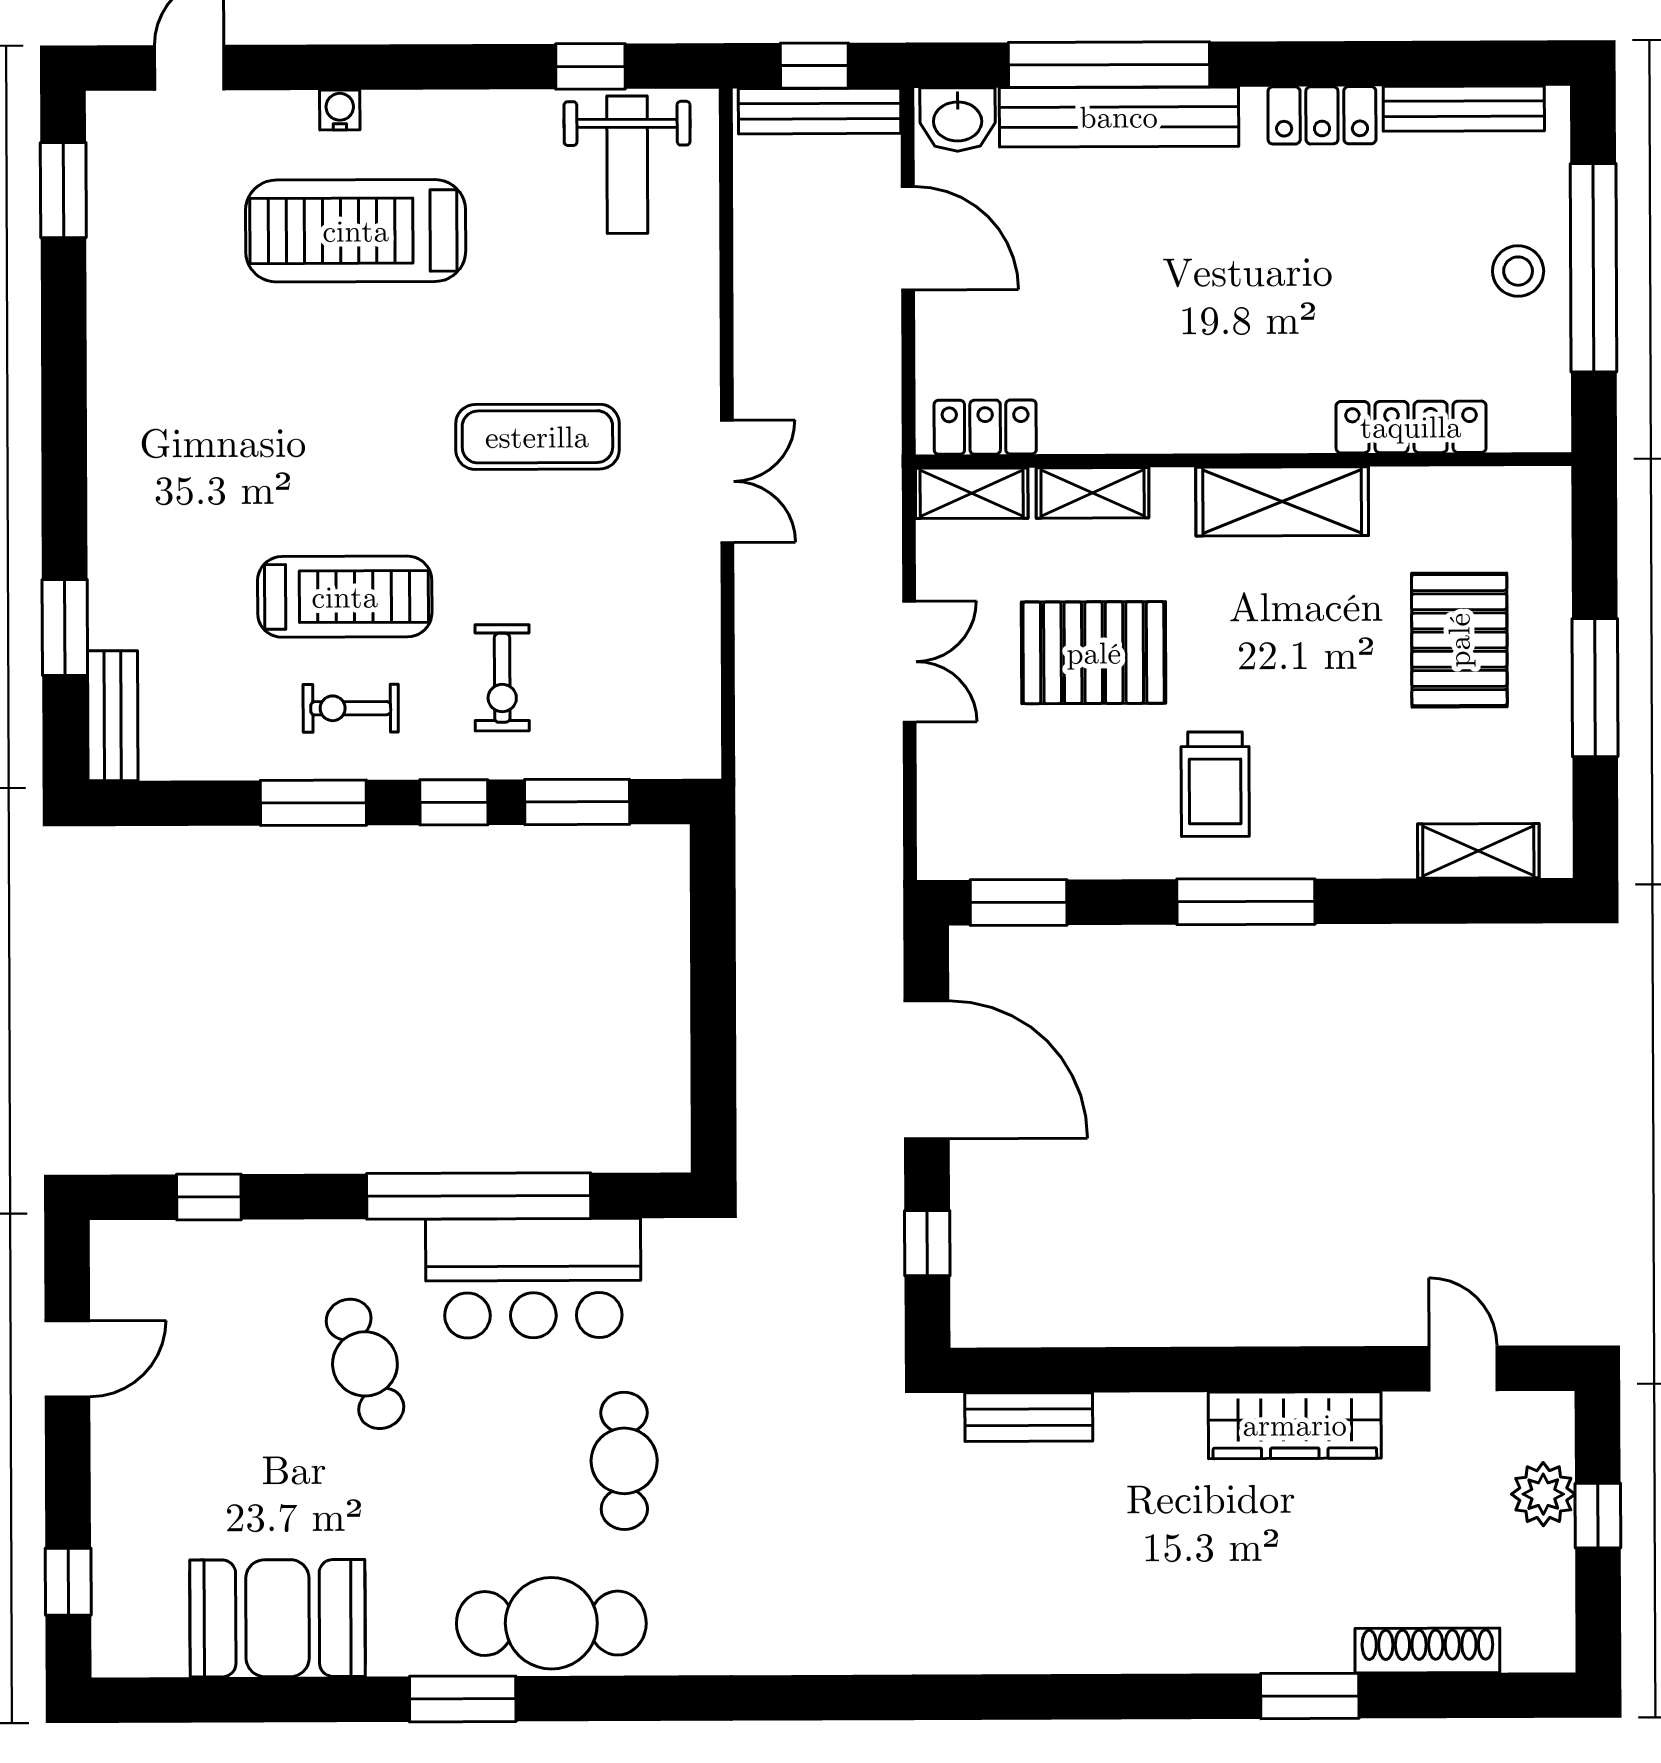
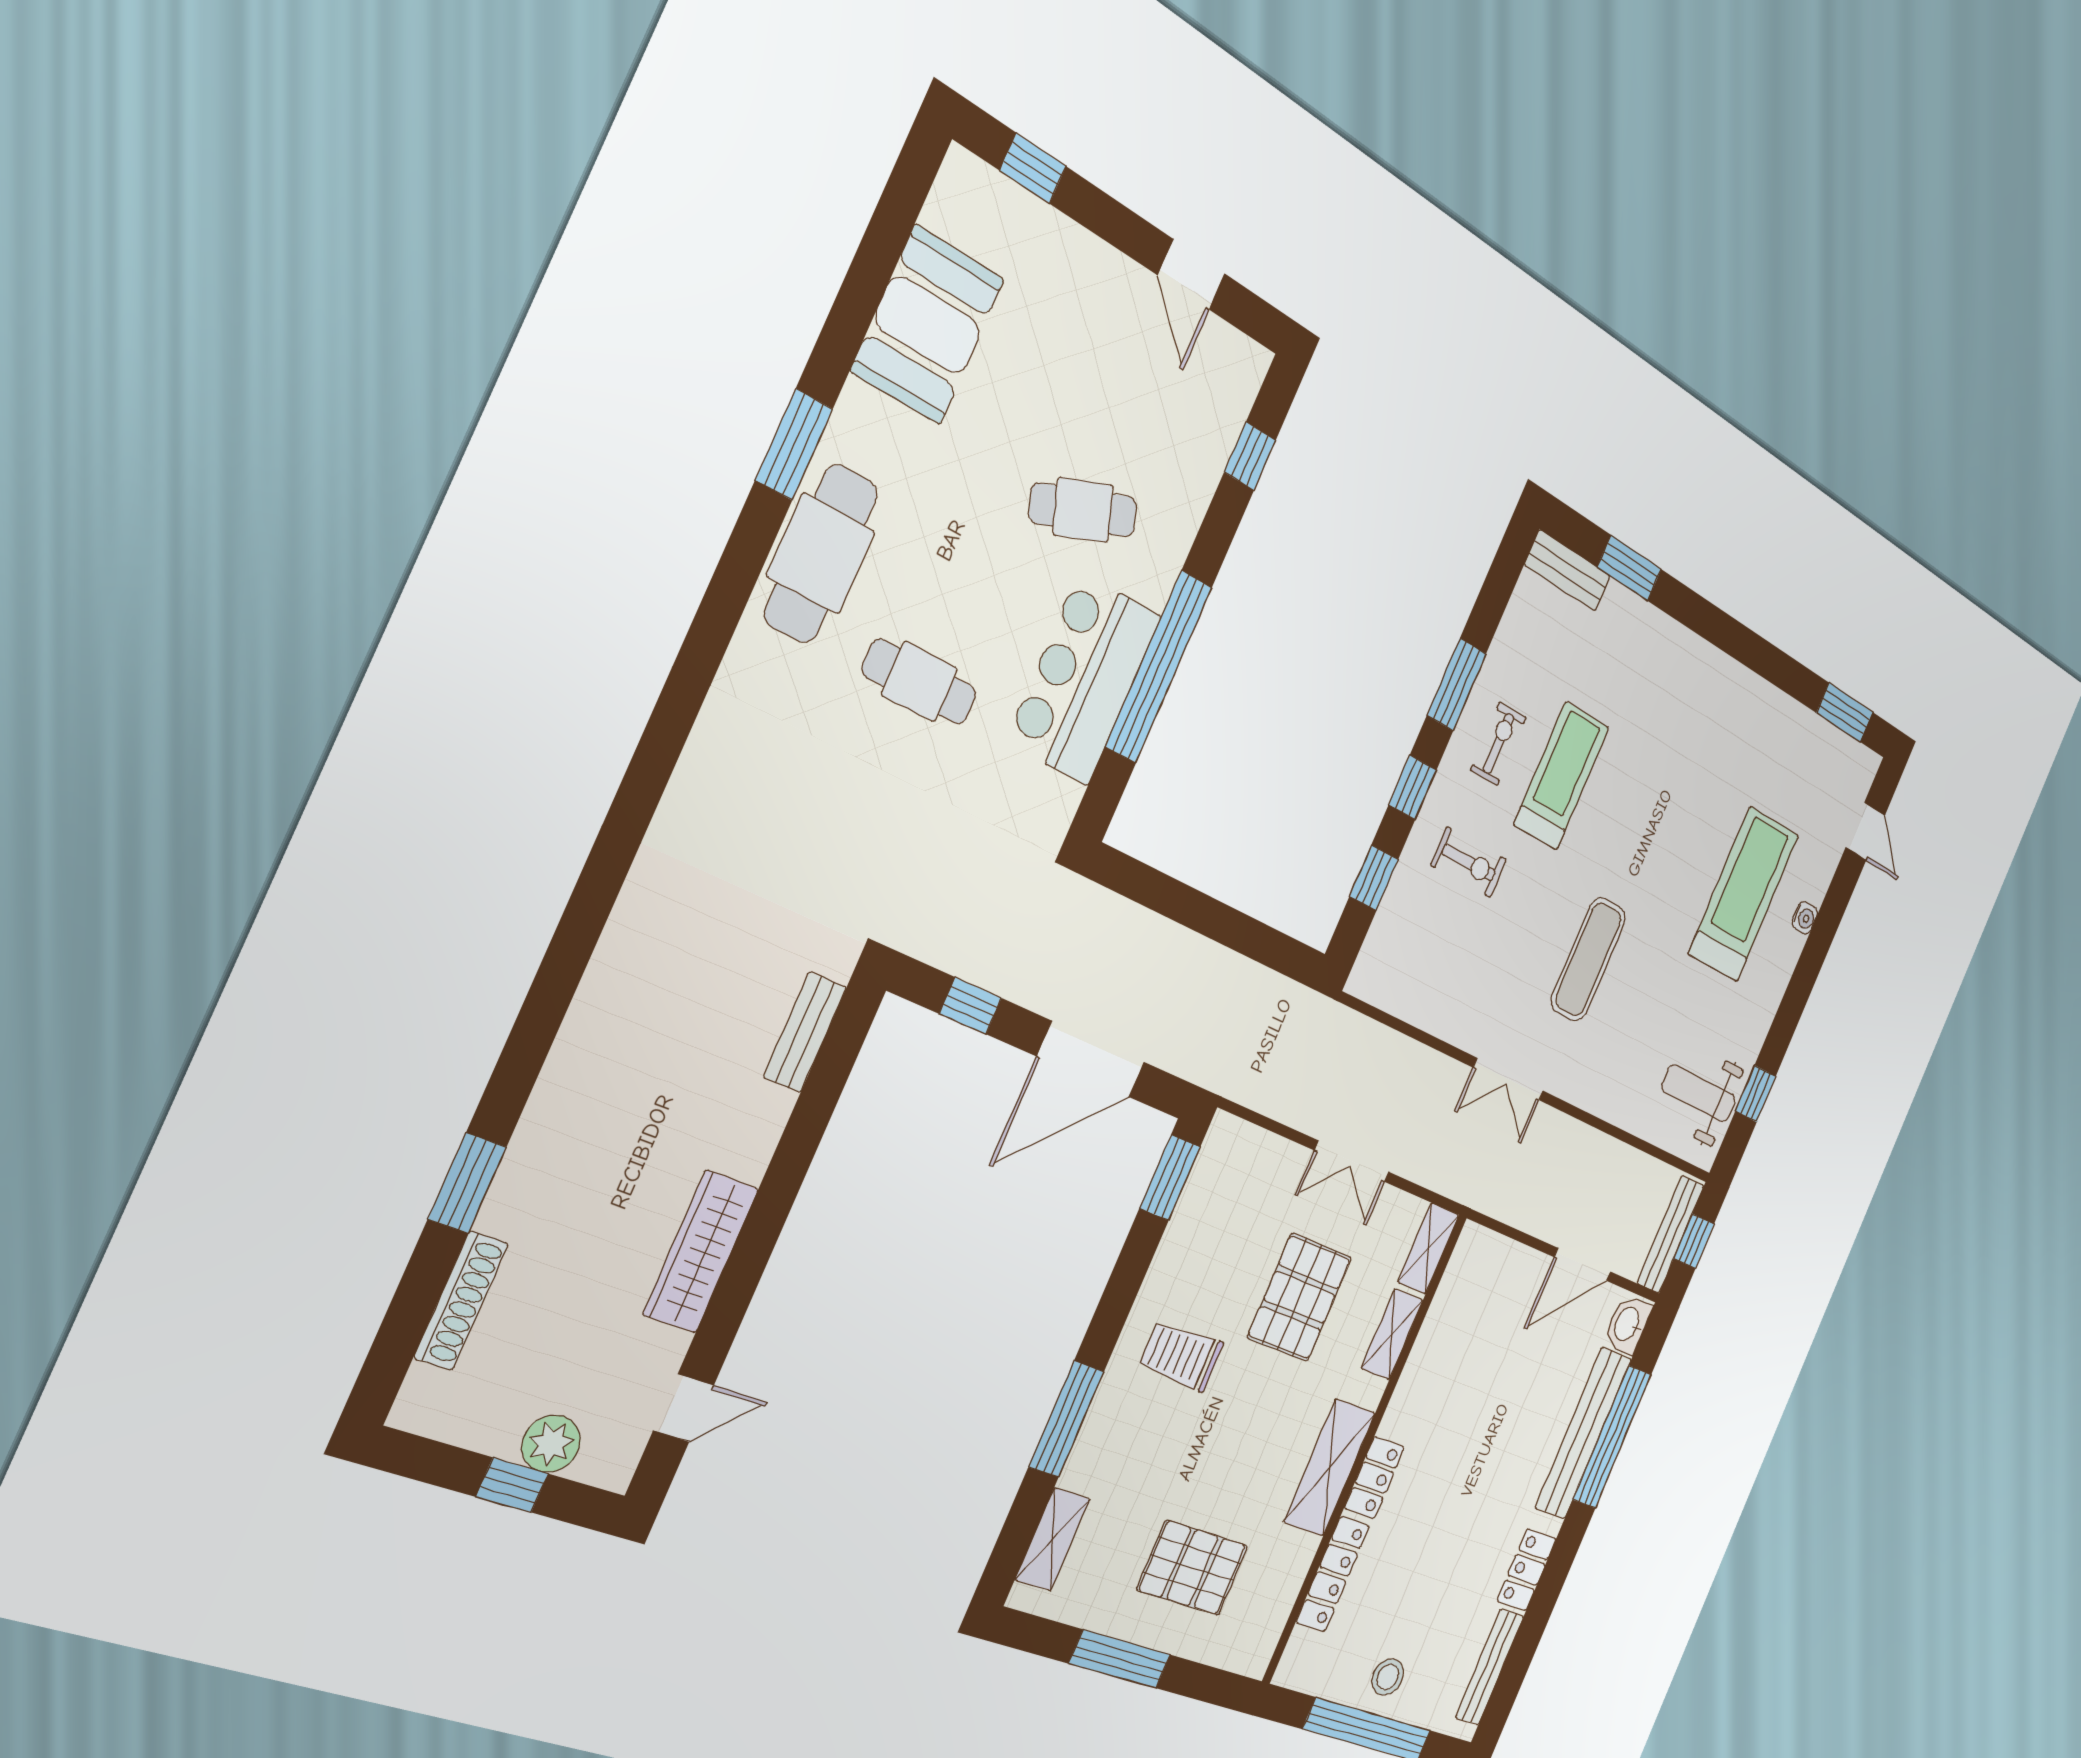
locker: (985, 427) -> (1374, 1478), moved
treadmill: (345, 597) -> (1561, 776), turned 180
exercise bike: (502, 678) -> (1469, 862), turned 180
window: (577, 802) -> (1374, 878), width x0.67
window: (1246, 902) -> (1066, 1419), moved

